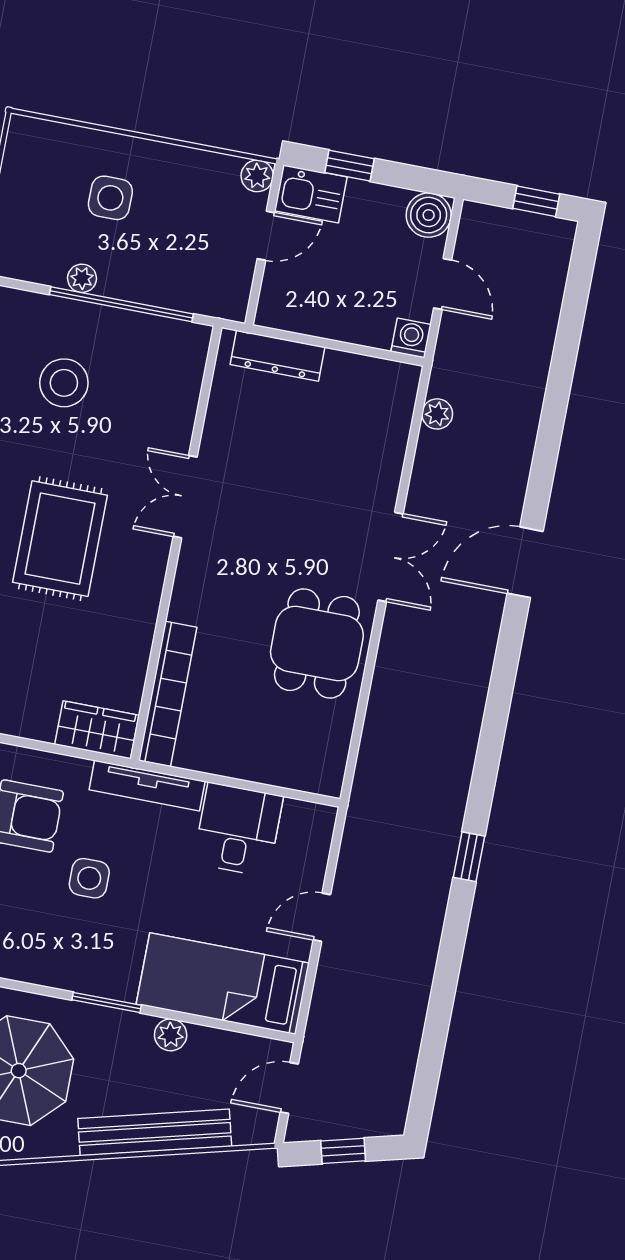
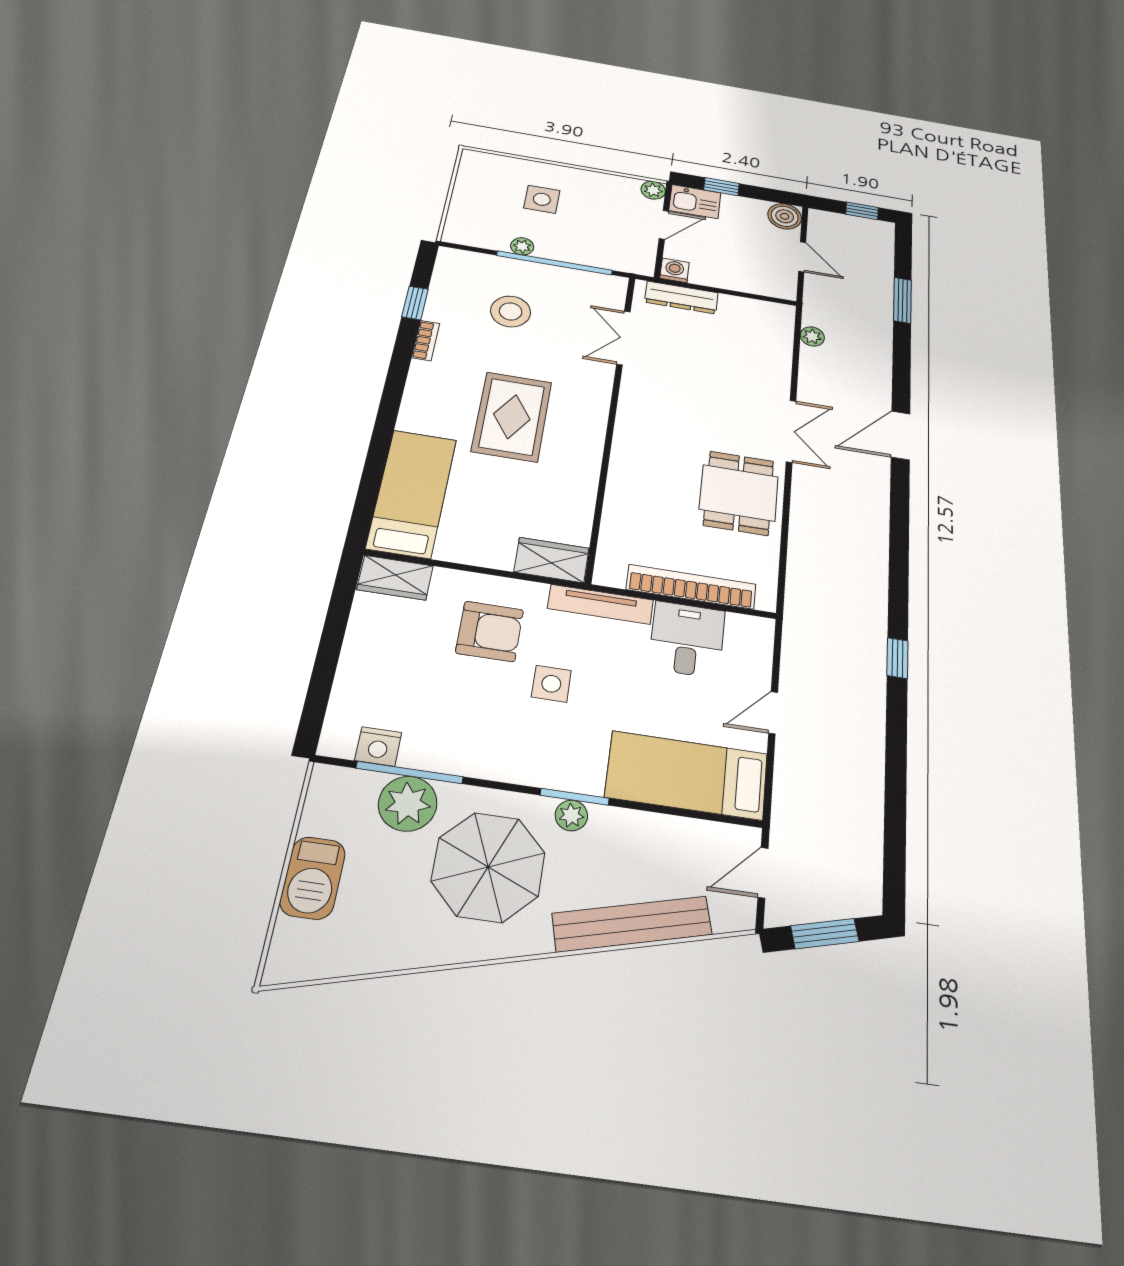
washing machine: (411, 338) -> (674, 270), moved
window: (565, 353) -> (903, 300), added
double door: (185, 497) -> (624, 338), moved
bookcase: (168, 694) -> (691, 587), moved, turned -90
plant: (171, 1035) -> (571, 815), moved
window: (343, 1151) -> (825, 934), width x1.50

